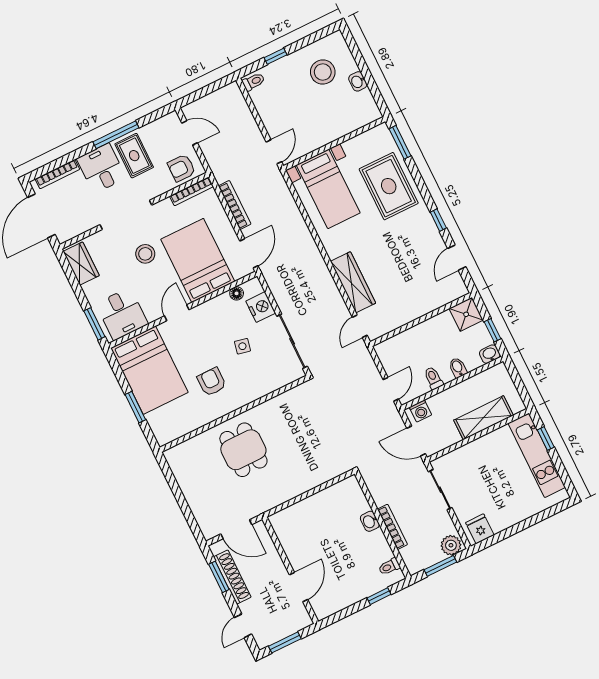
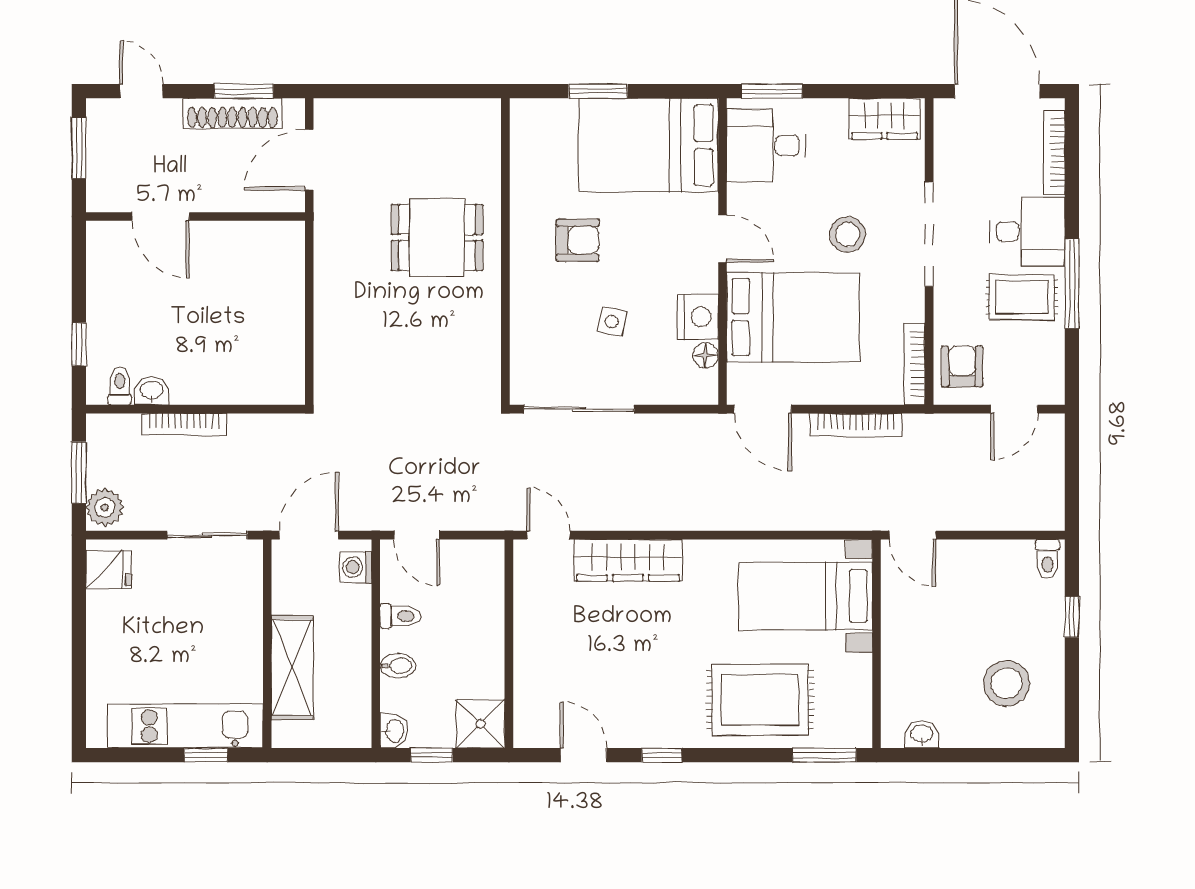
washbasin: (358, 81) -> (922, 734), moved
nightstand: (261, 307) -> (698, 317), moved, turned -90
washbasin: (370, 521) -> (152, 391), moved

